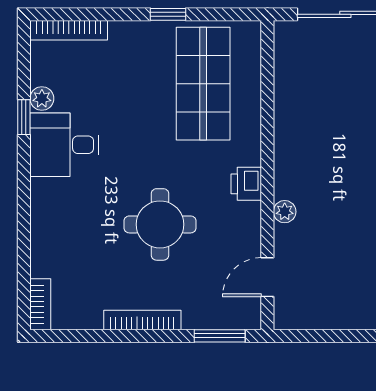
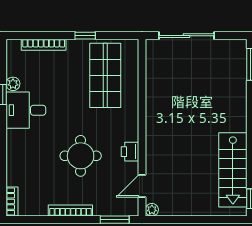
bookcase: (69, 30) -> (44, 45), moved
printer: (246, 184) -> (130, 152), moved
plant: (285, 212) -> (152, 210), moved

